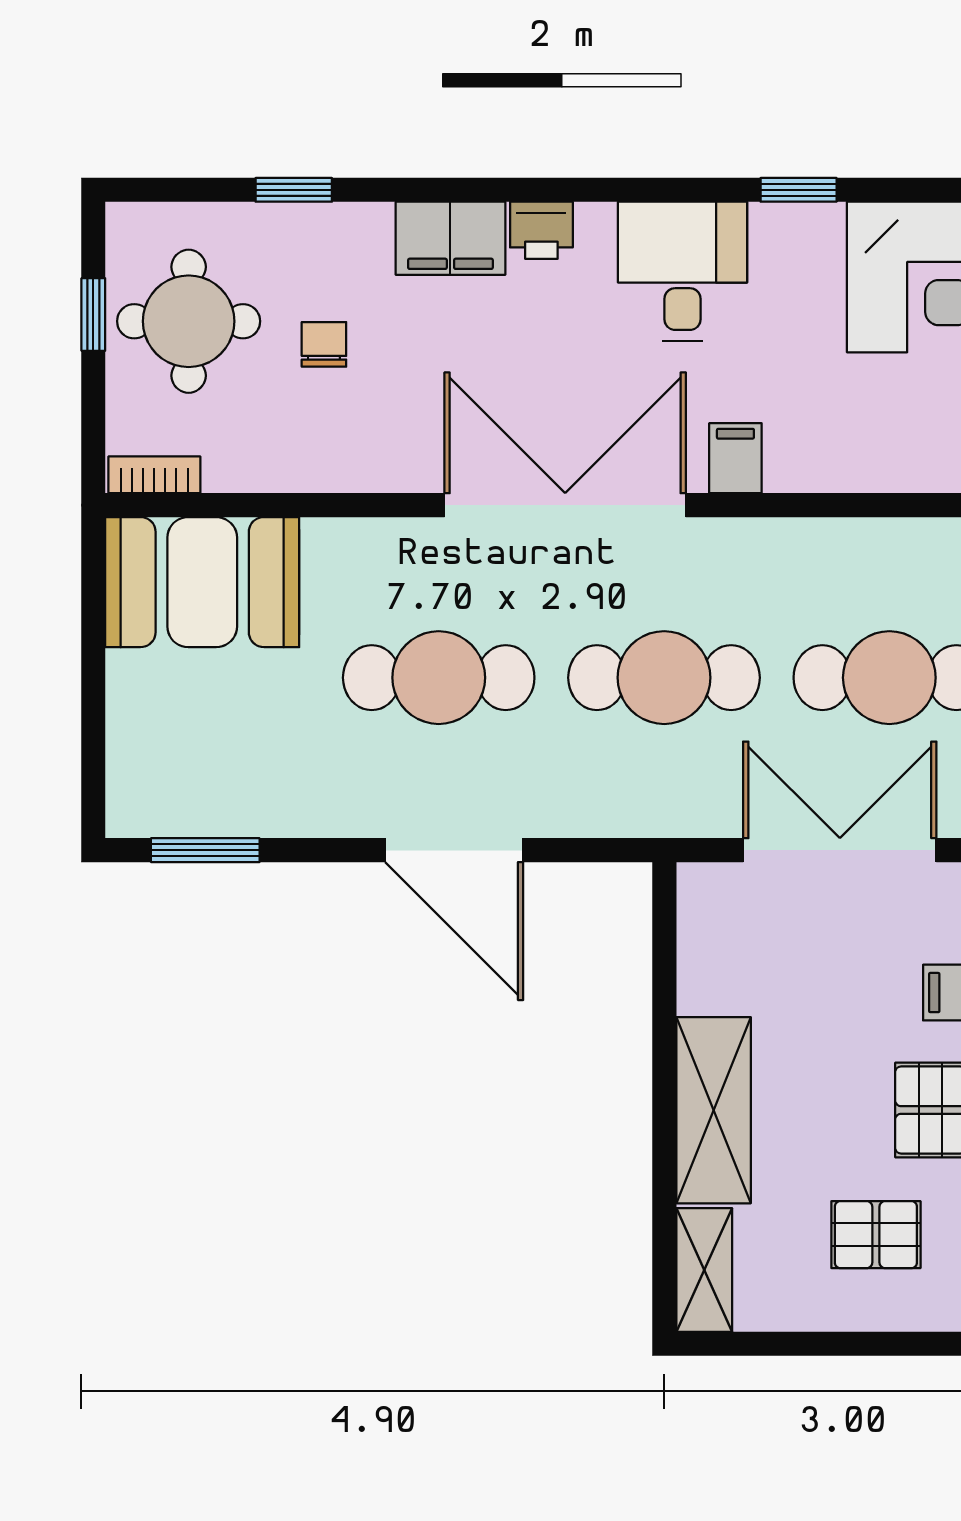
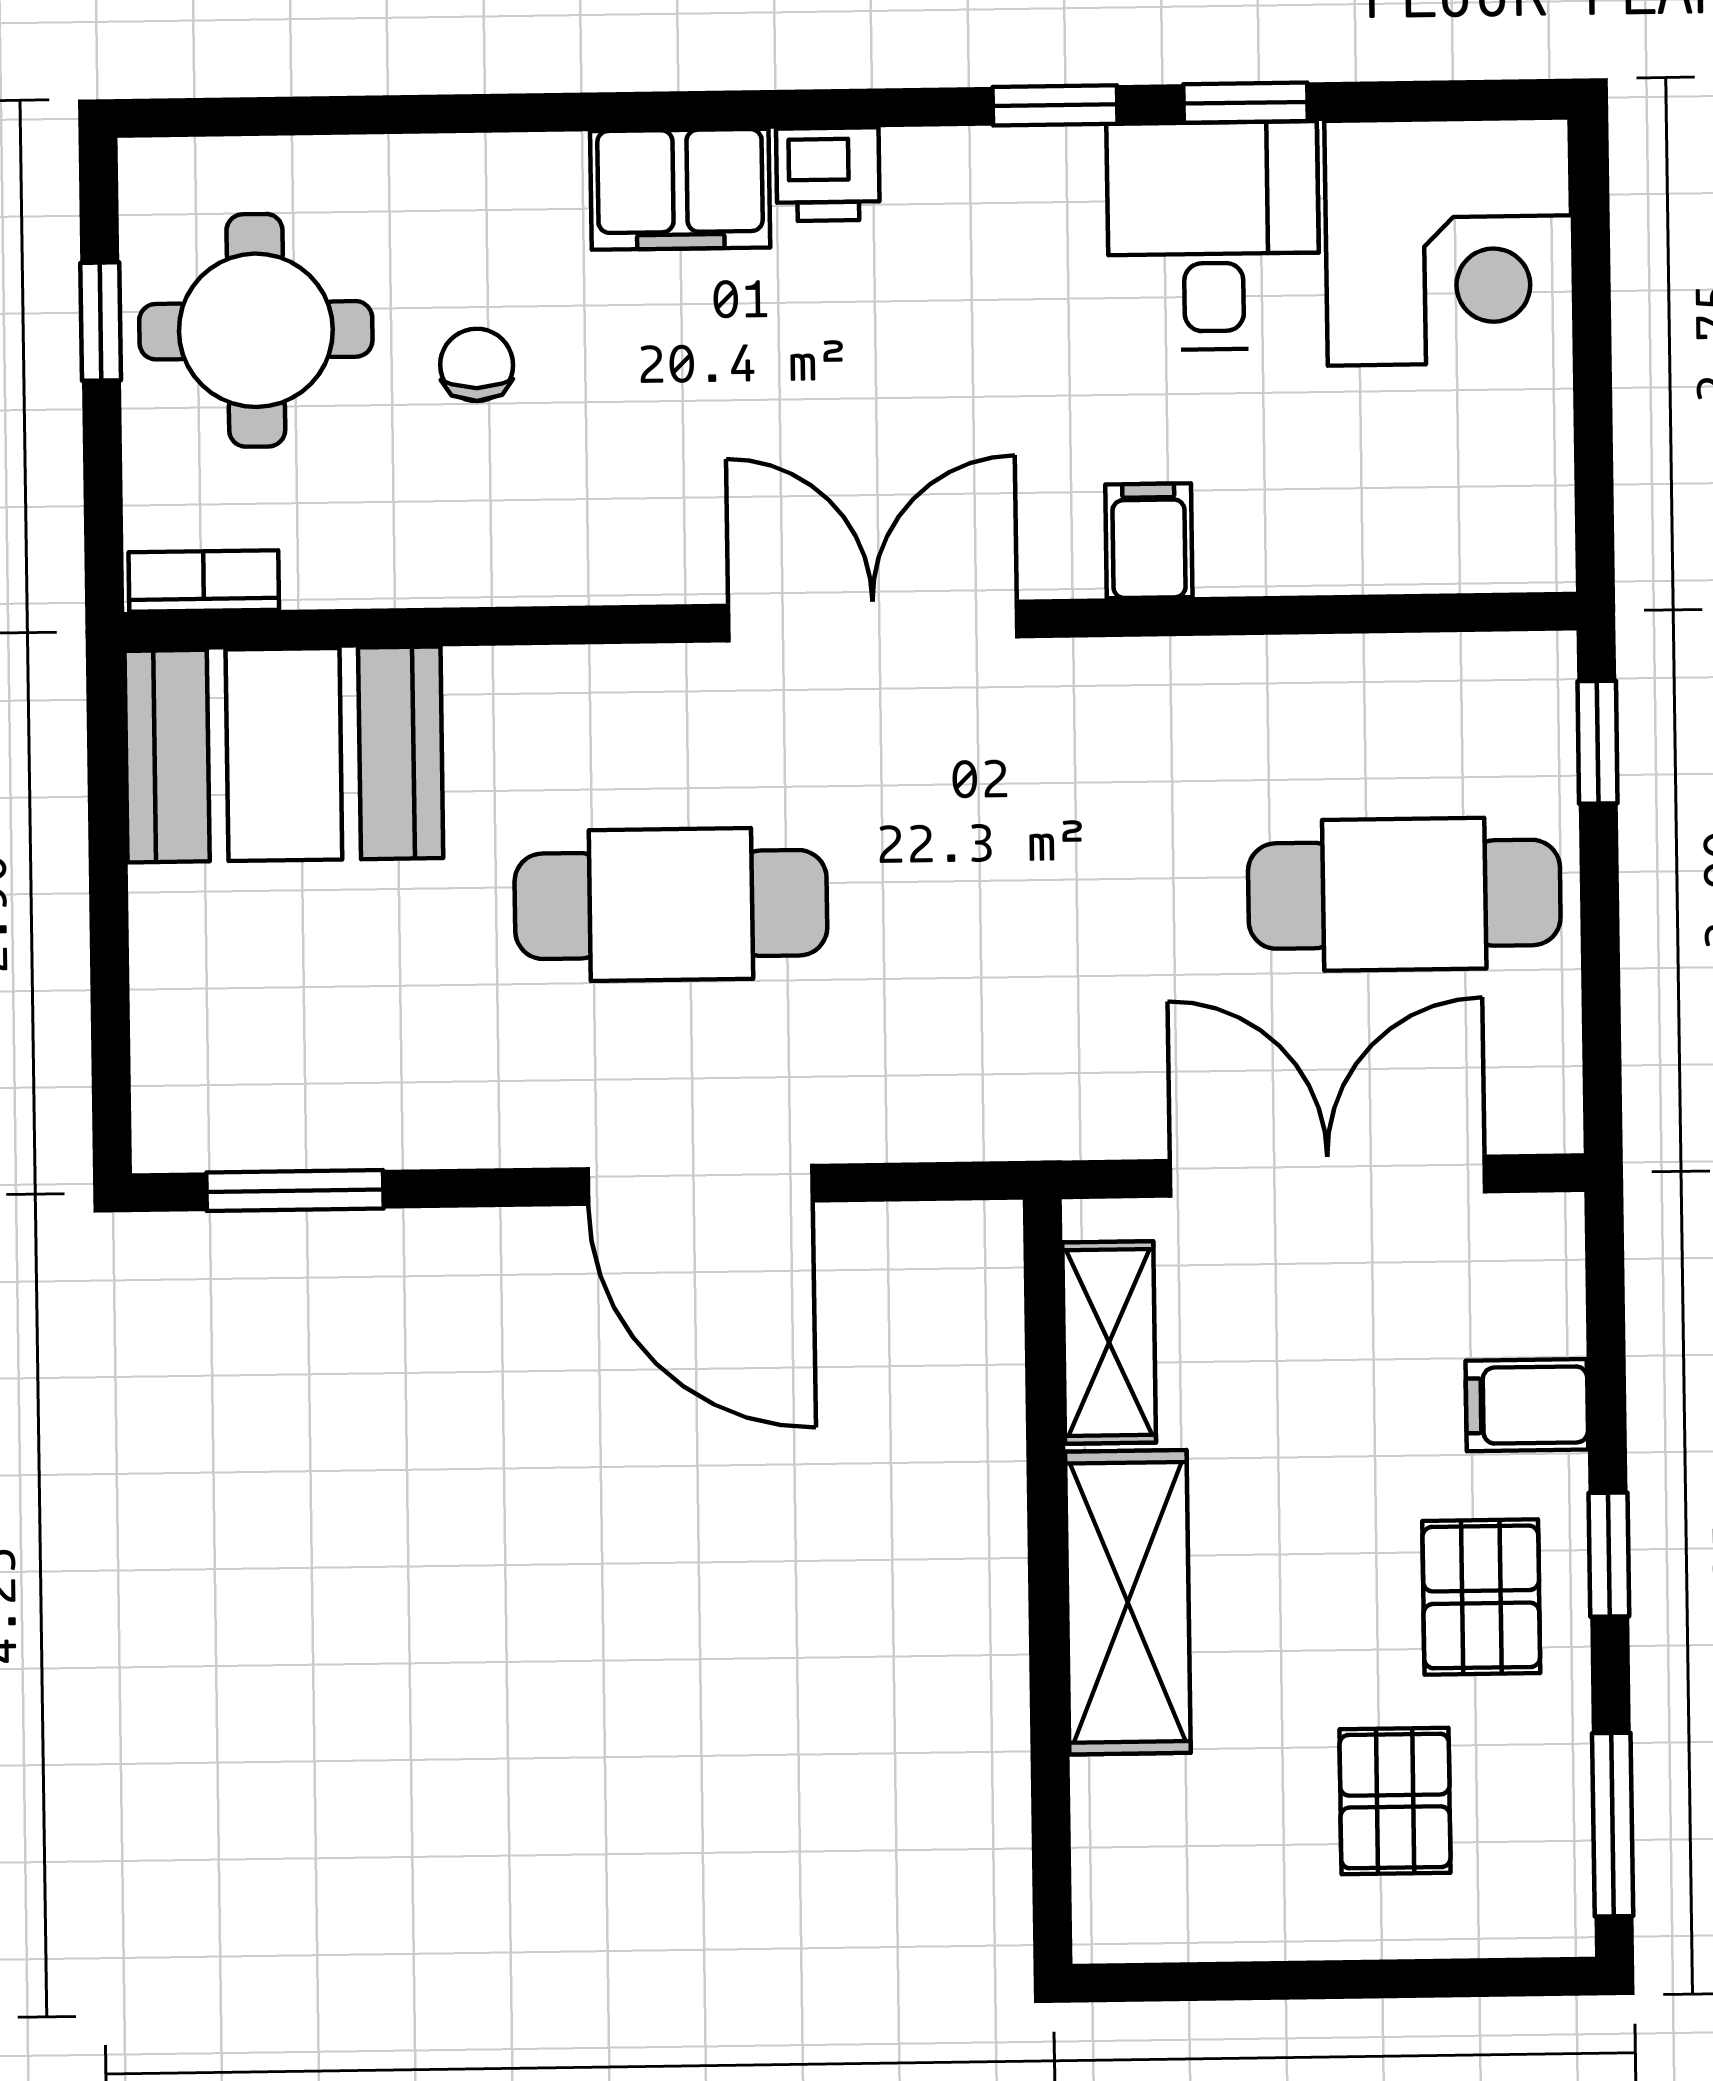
window: (294, 190) -> (1055, 105), moved
desk: (682, 271) -> (1213, 236), moved
double door: (565, 505) -> (873, 621), width x0.73
cafe table: (664, 678) -> (1038, 899), removed
pallet: (876, 1235) -> (1395, 1801), turned 90
shelving: (704, 1270) -> (1109, 1342), moved

